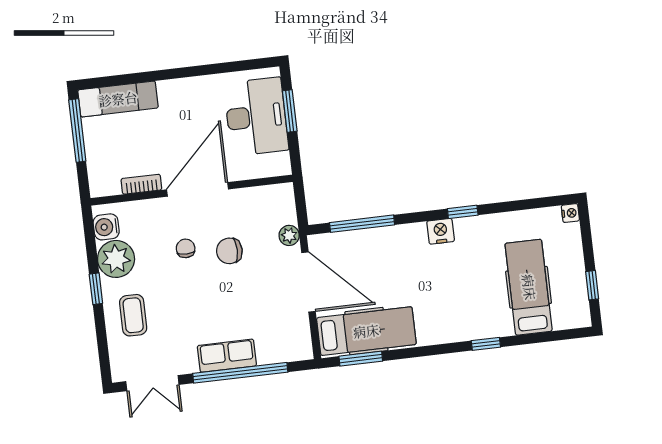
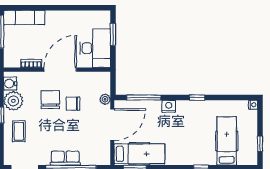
desk: (256, 117) -> (95, 48), moved
nightstand: (441, 231) -> (169, 106), moved
chair: (186, 248) -> (50, 100), width x1.87, depth x1.87
door: (308, 282) -> (112, 125), hinge flipped

